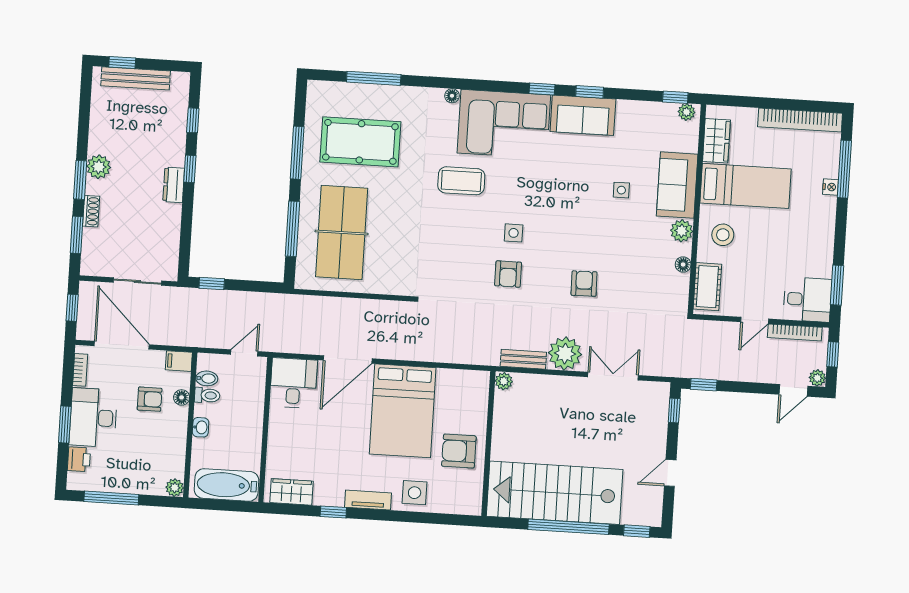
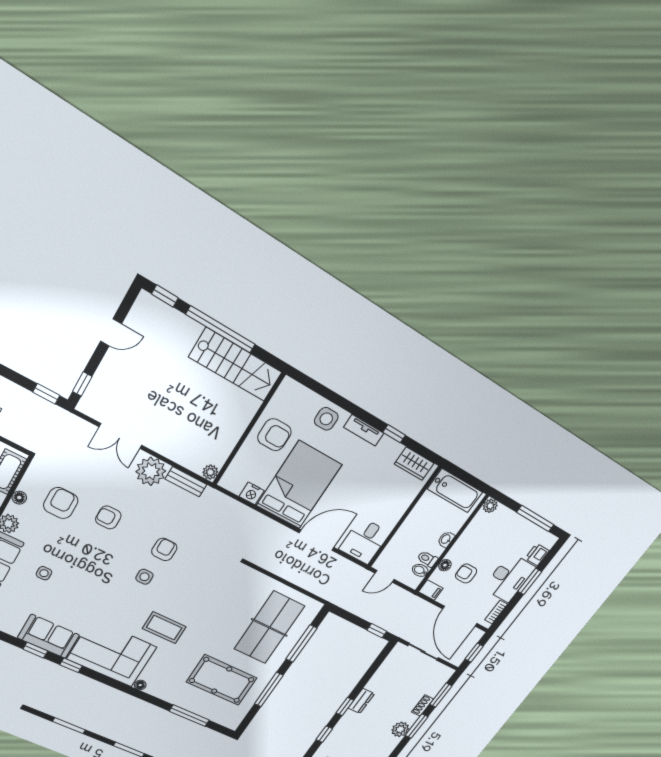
armchair: (639, 277) -> (61, 503), added
armchair: (584, 284) -> (108, 517), turned 91
nightstand: (448, 379) -> (252, 494), added
stairs: (555, 493) -> (236, 365), width x0.73, depth x0.66

